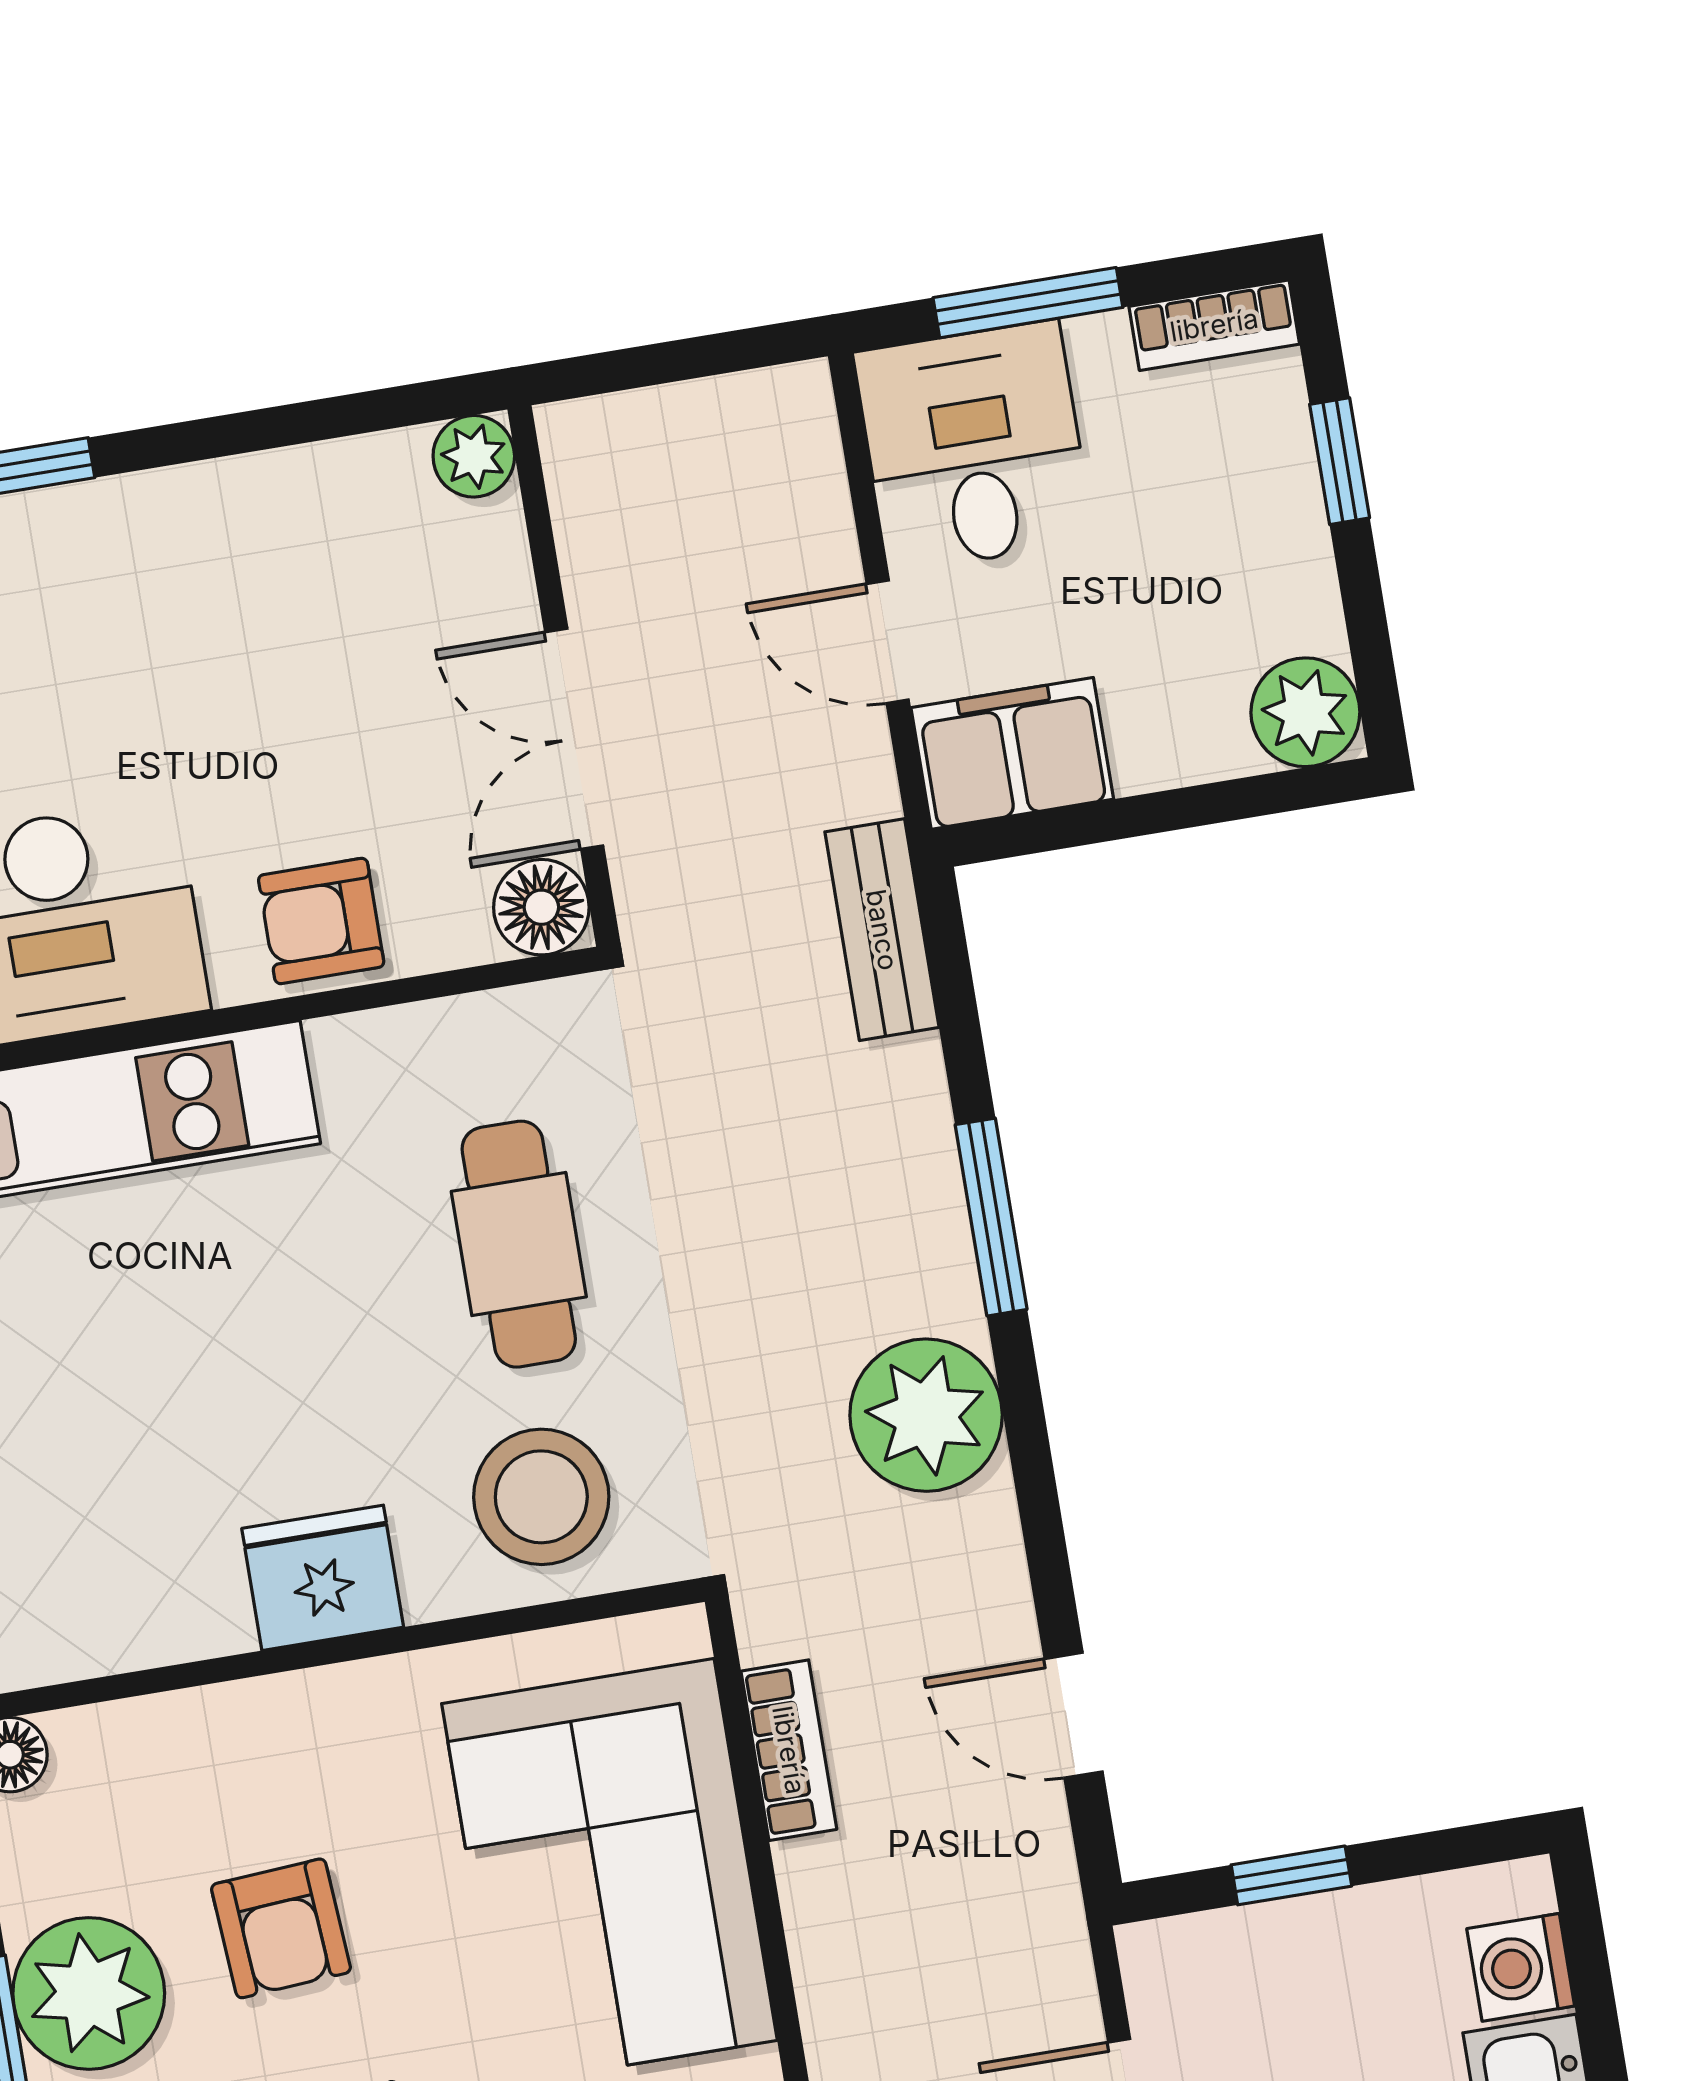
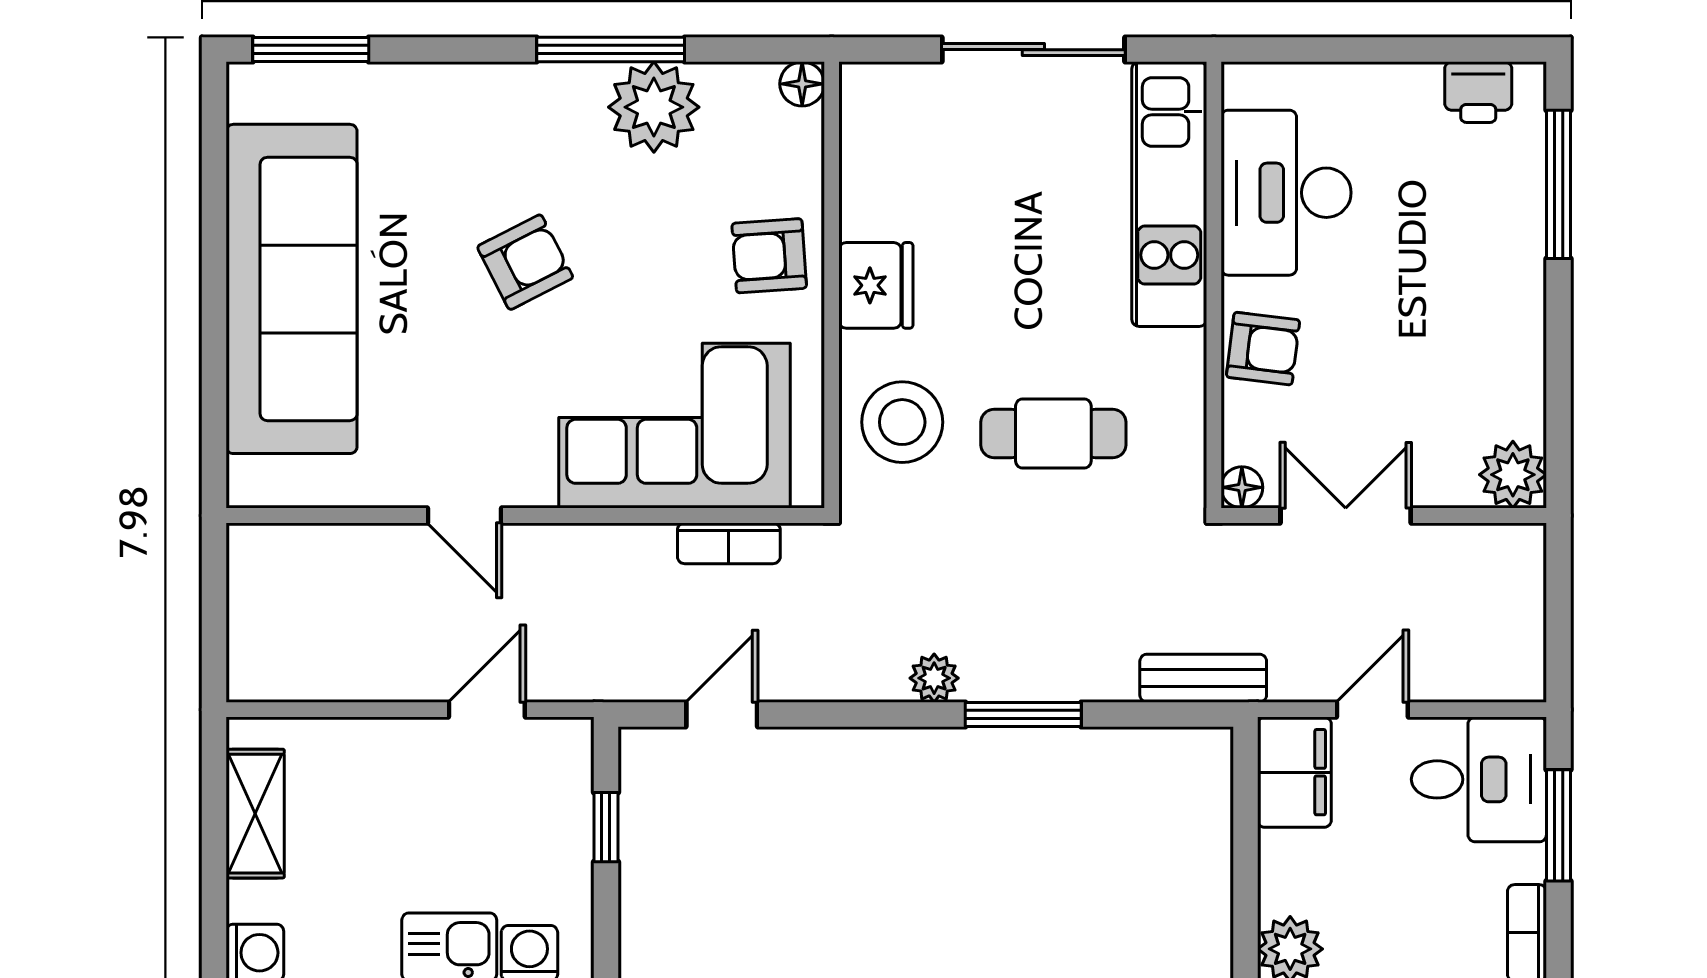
plant: (474, 456) -> (1513, 475), width x1.38, depth x1.38
floor lamp: (541, 907) -> (1242, 487), width x0.73, depth x0.73
armchair: (321, 921) -> (1263, 349), turned 97
plant: (926, 1415) -> (934, 678), width x0.53, depth x0.53
armchair: (281, 1928) -> (769, 256), moved

